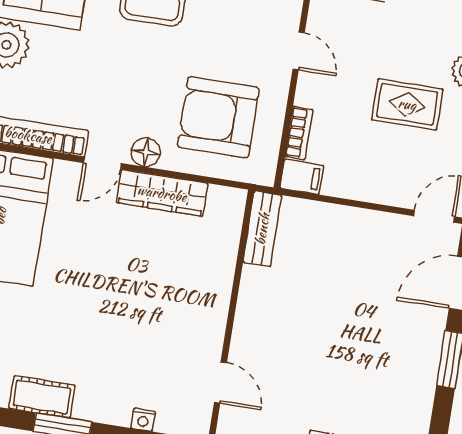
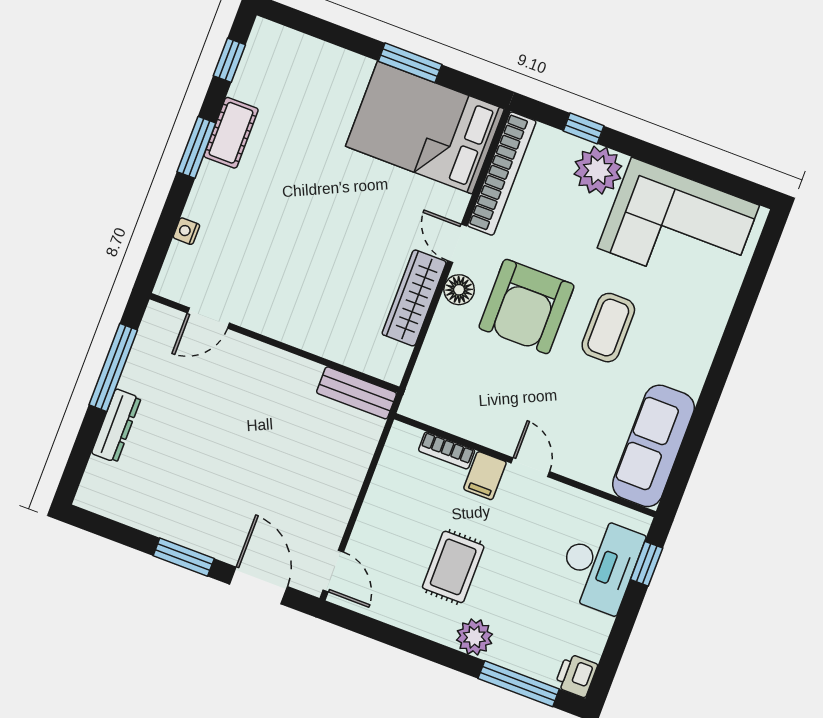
door: (299, 51) -> (530, 467), swing flipped
armchair: (218, 117) -> (526, 306), moved, turned 180
filing cabinet: (302, 177) -> (485, 476), moved

